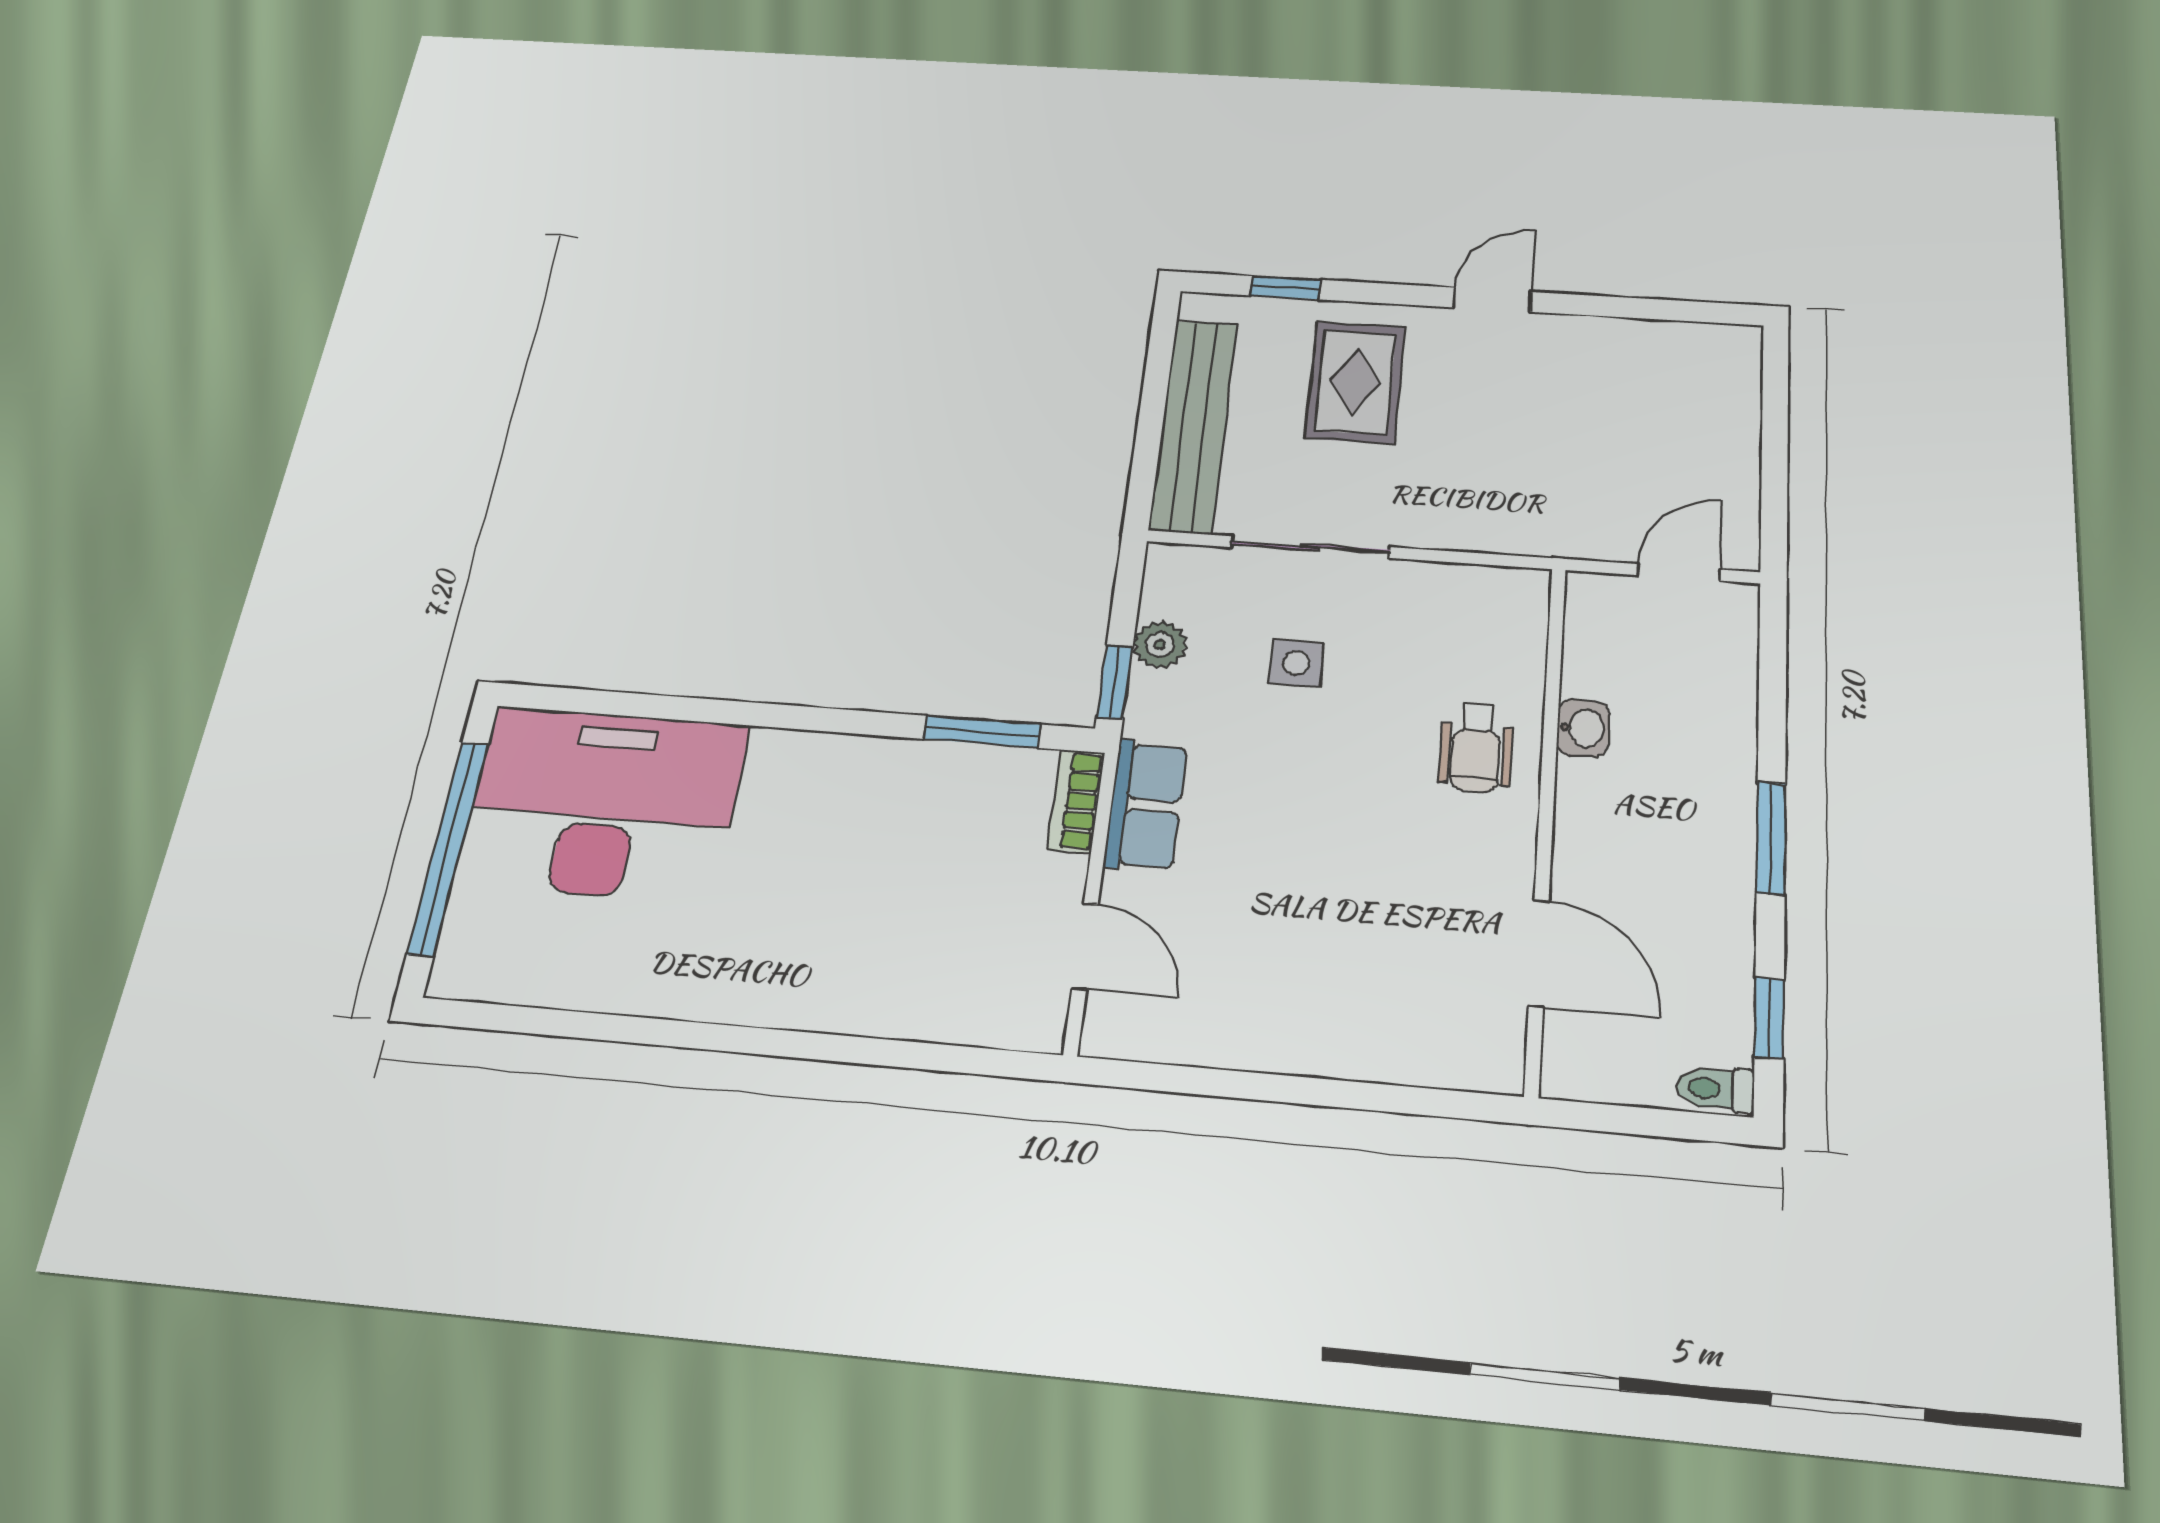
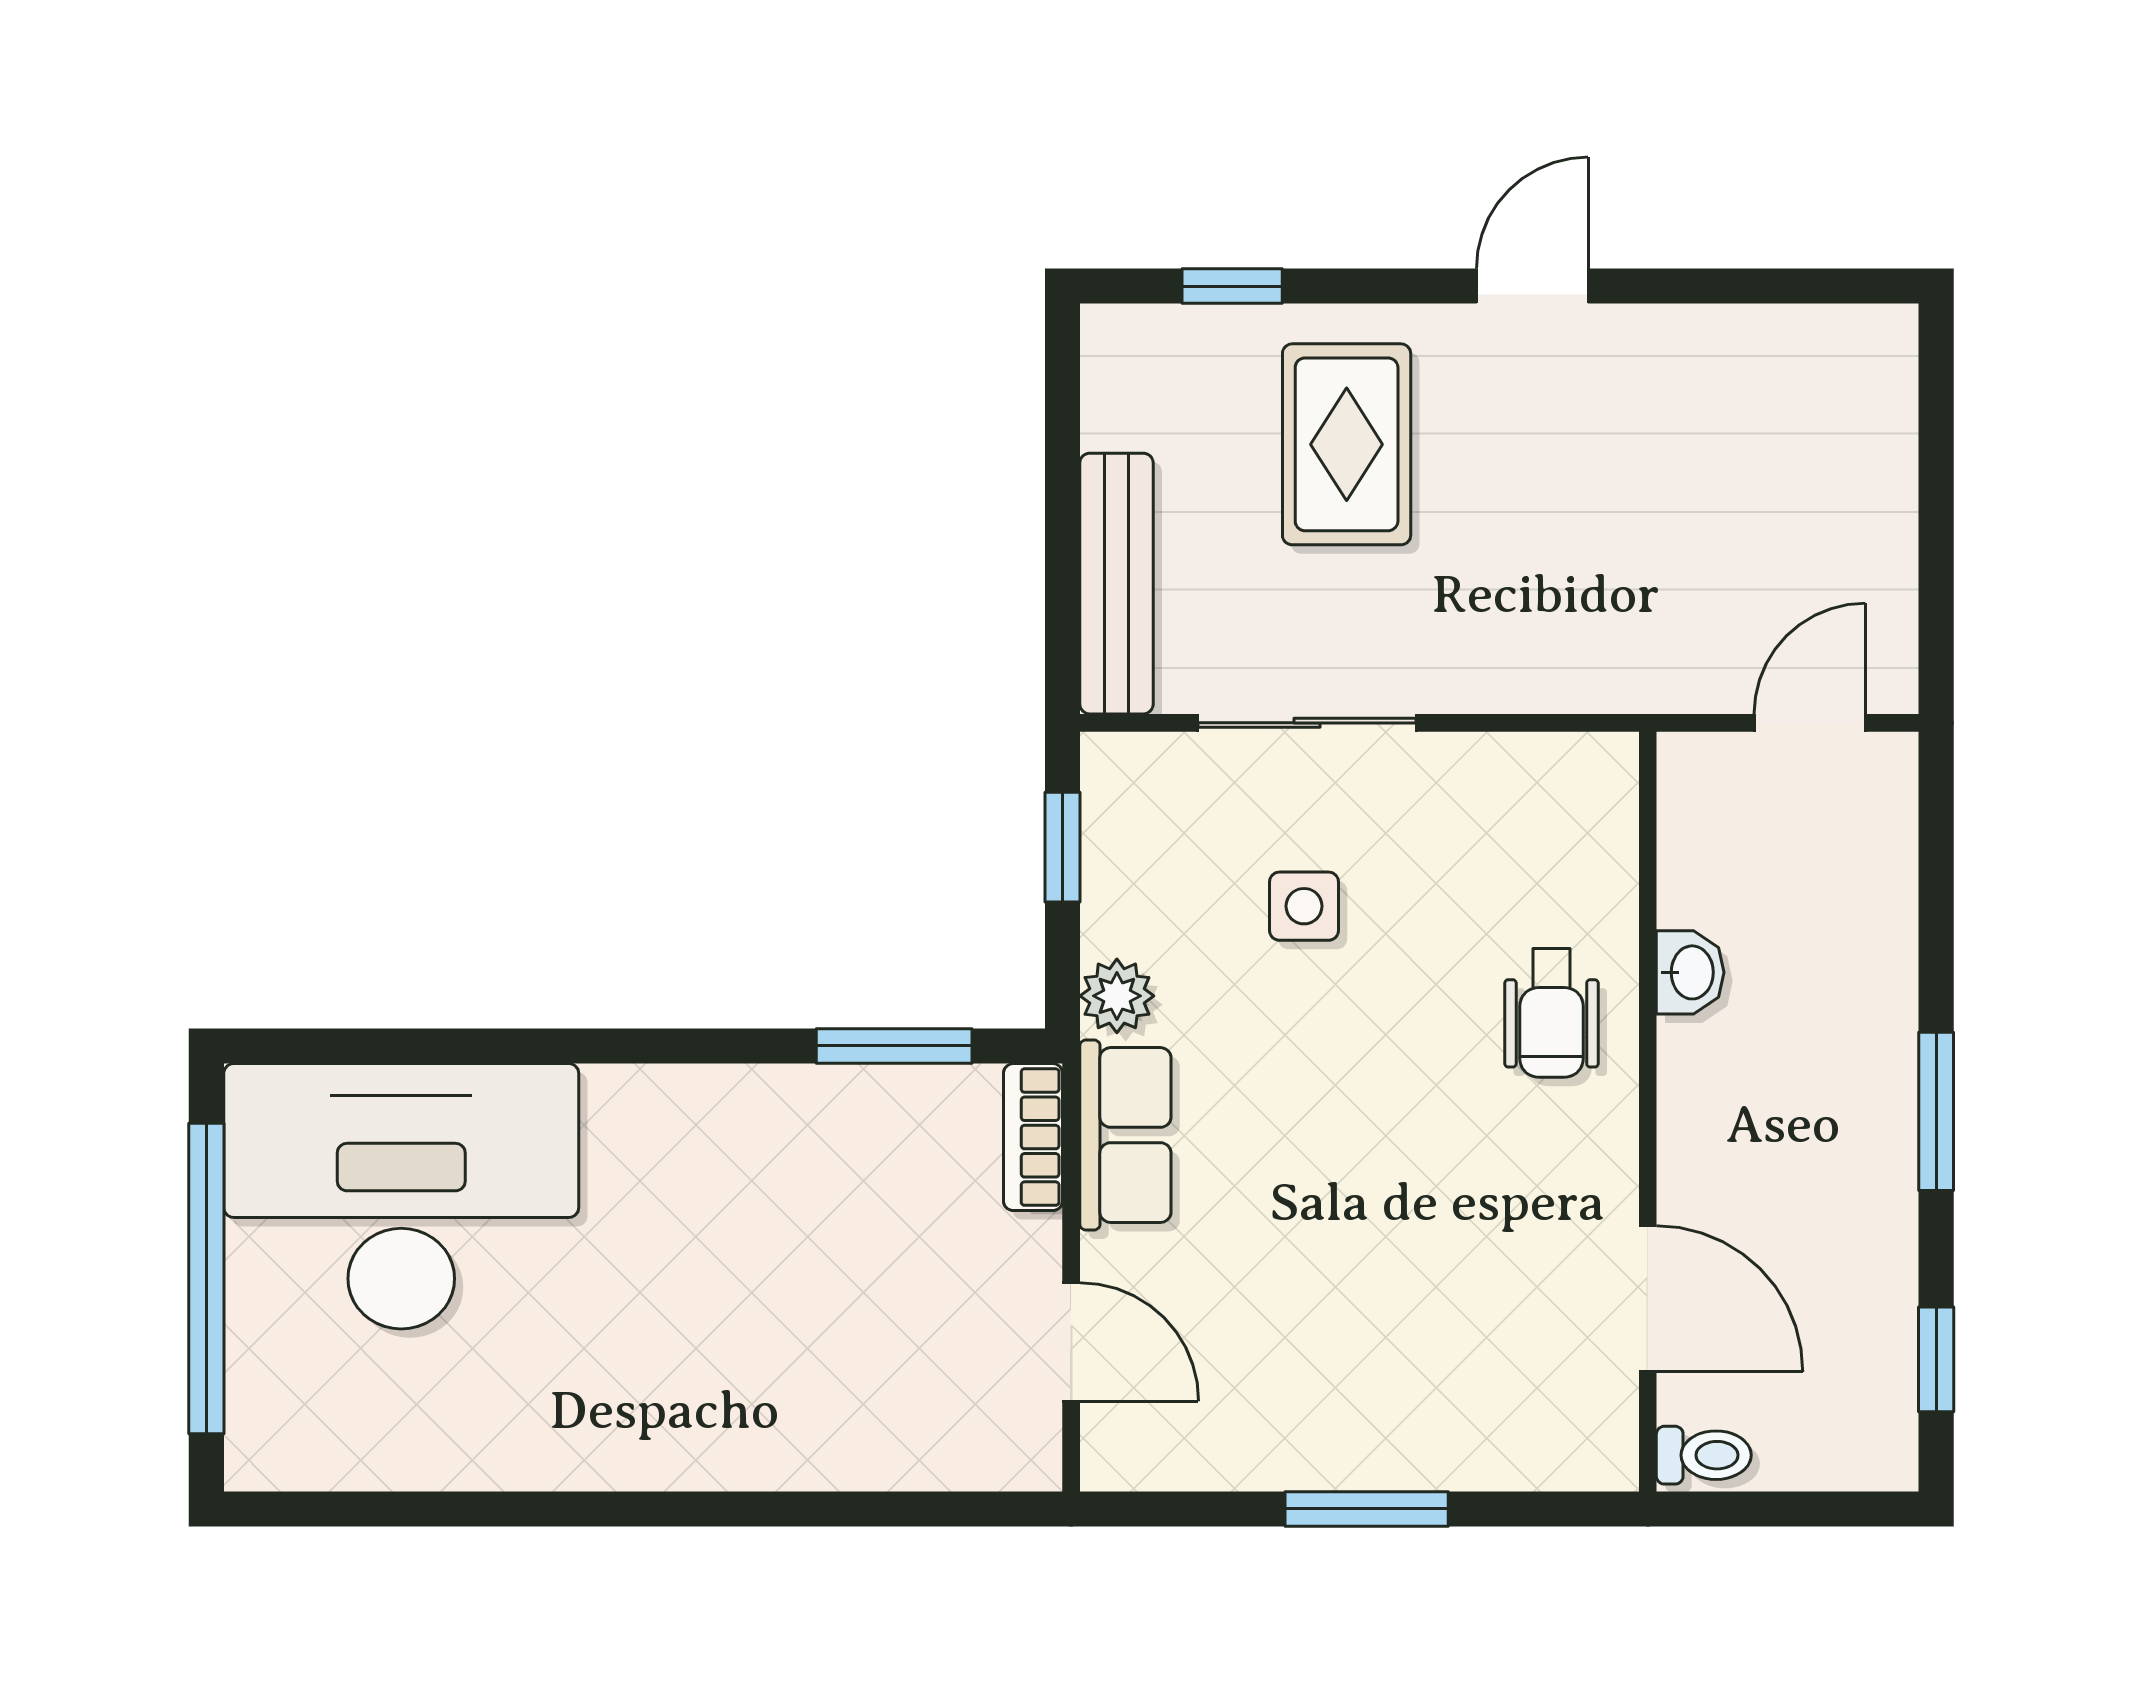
bench: (1194, 426) -> (1116, 584), width x0.73, depth x0.82
plant: (1160, 645) -> (1117, 996), moved
window: (1115, 682) -> (1062, 847), moved
toilet: (1715, 1089) -> (1704, 1455), moved, turned 180
window: (1303, 1090) -> (1367, 1509), added

